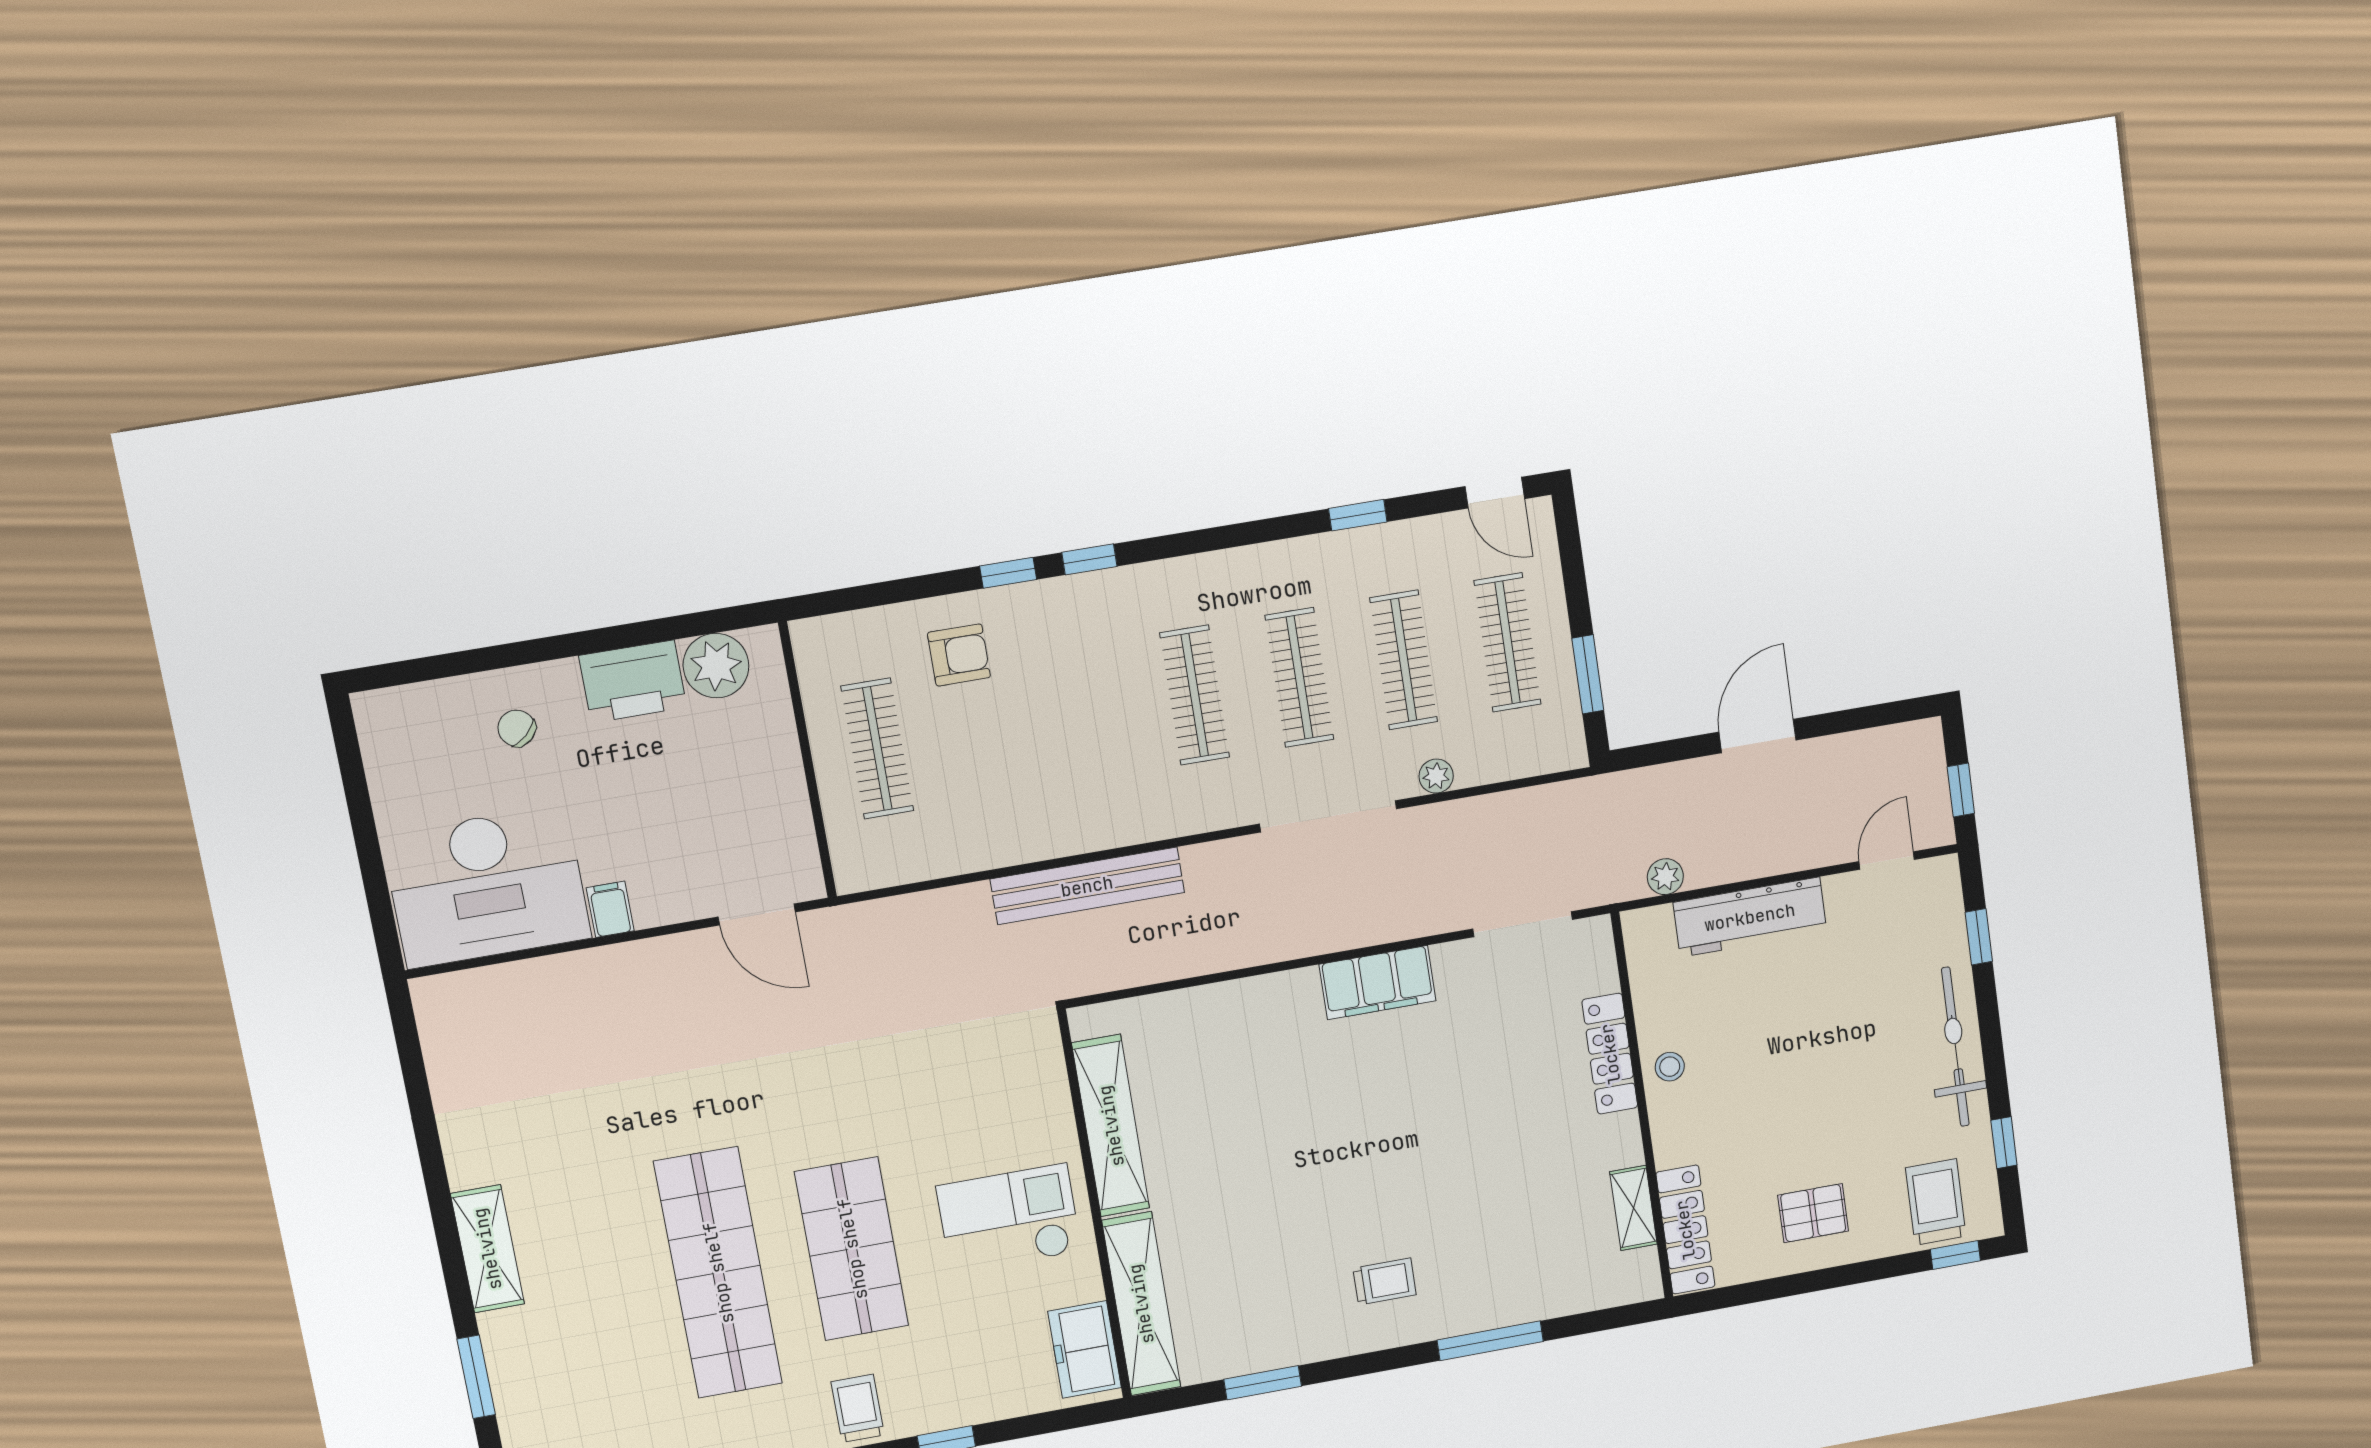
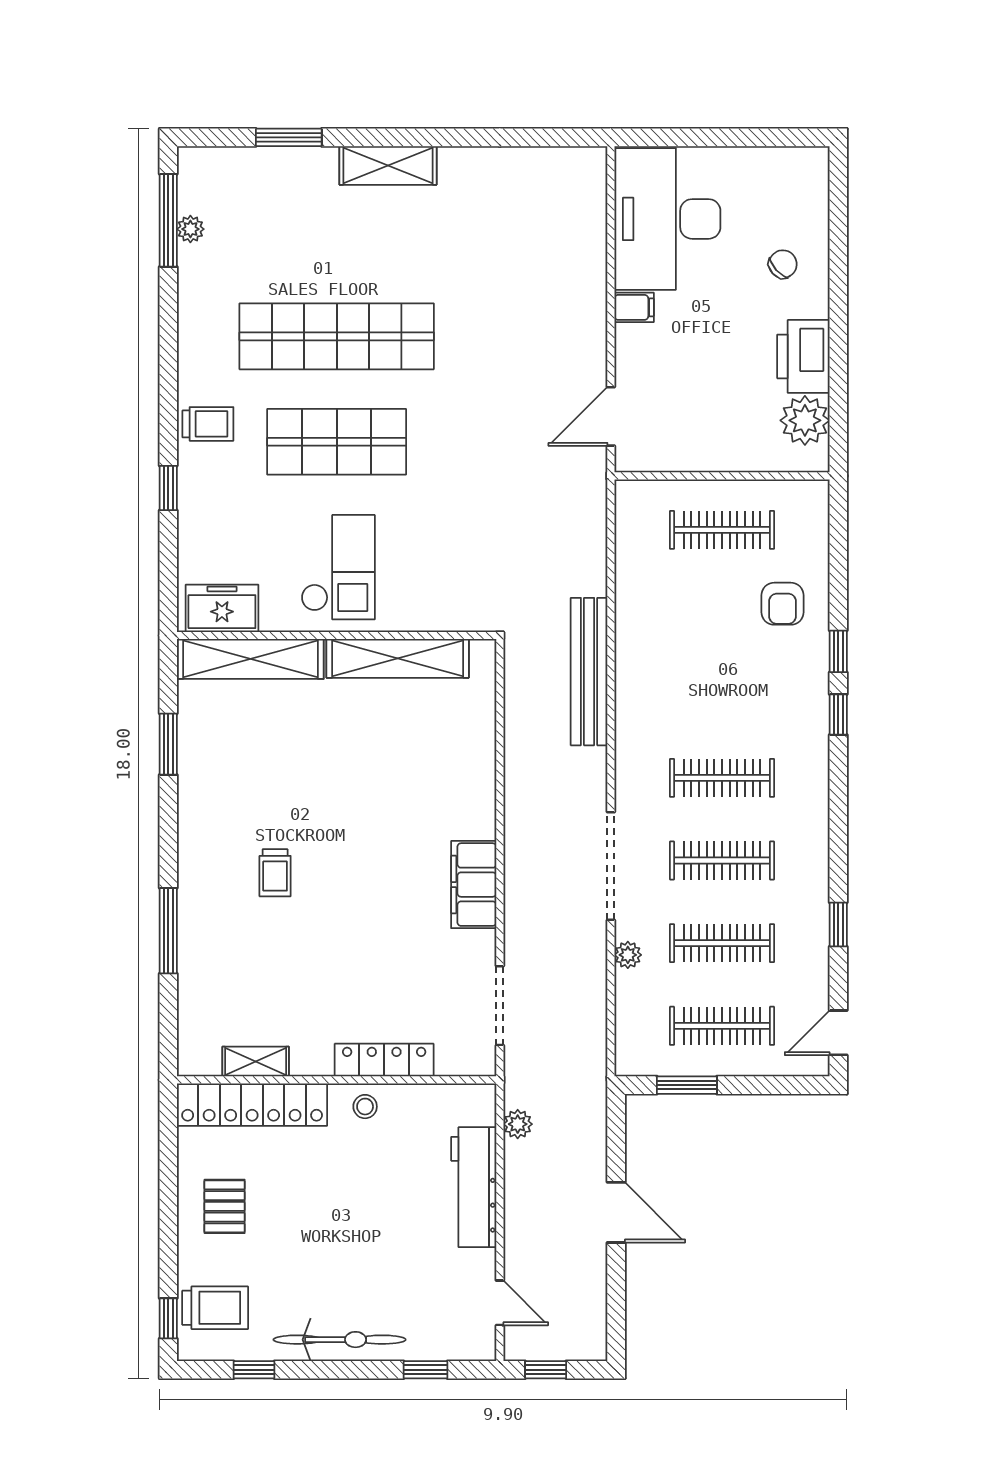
locker: (1685, 1230) -> (252, 1105), width x1.41, depth x1.21
trolley: (1385, 1281) -> (275, 873), moved

